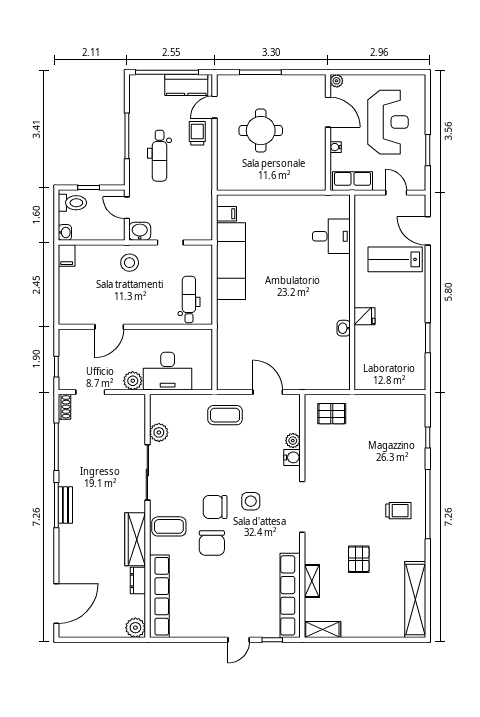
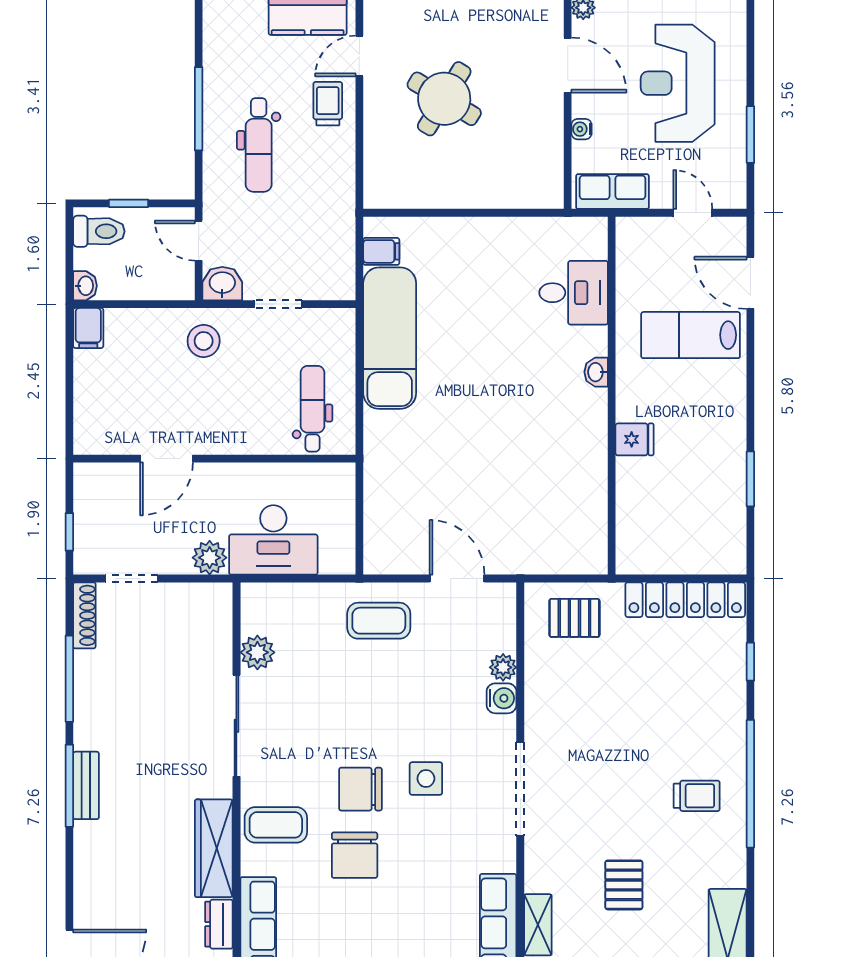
reception desk: (388, 122) -> (678, 83), turned 180
round table: (261, 131) -> (444, 99), turned 31
washbasin: (344, 328) -> (596, 372), moved
locker: (392, 404) -> (685, 600), added
shoe rack: (65, 407) -> (84, 615), width x1.43

